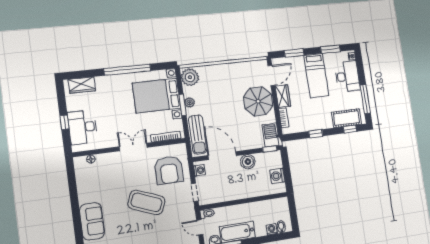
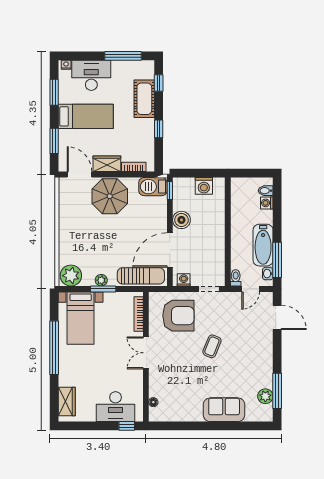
bed with nightstands: (157, 96) -> (81, 318), width x0.73
cot: (347, 118) -> (144, 99), moved
window: (64, 122) -> (127, 426), moved
coffee table: (147, 202) -> (212, 346), width x0.54, depth x0.58

